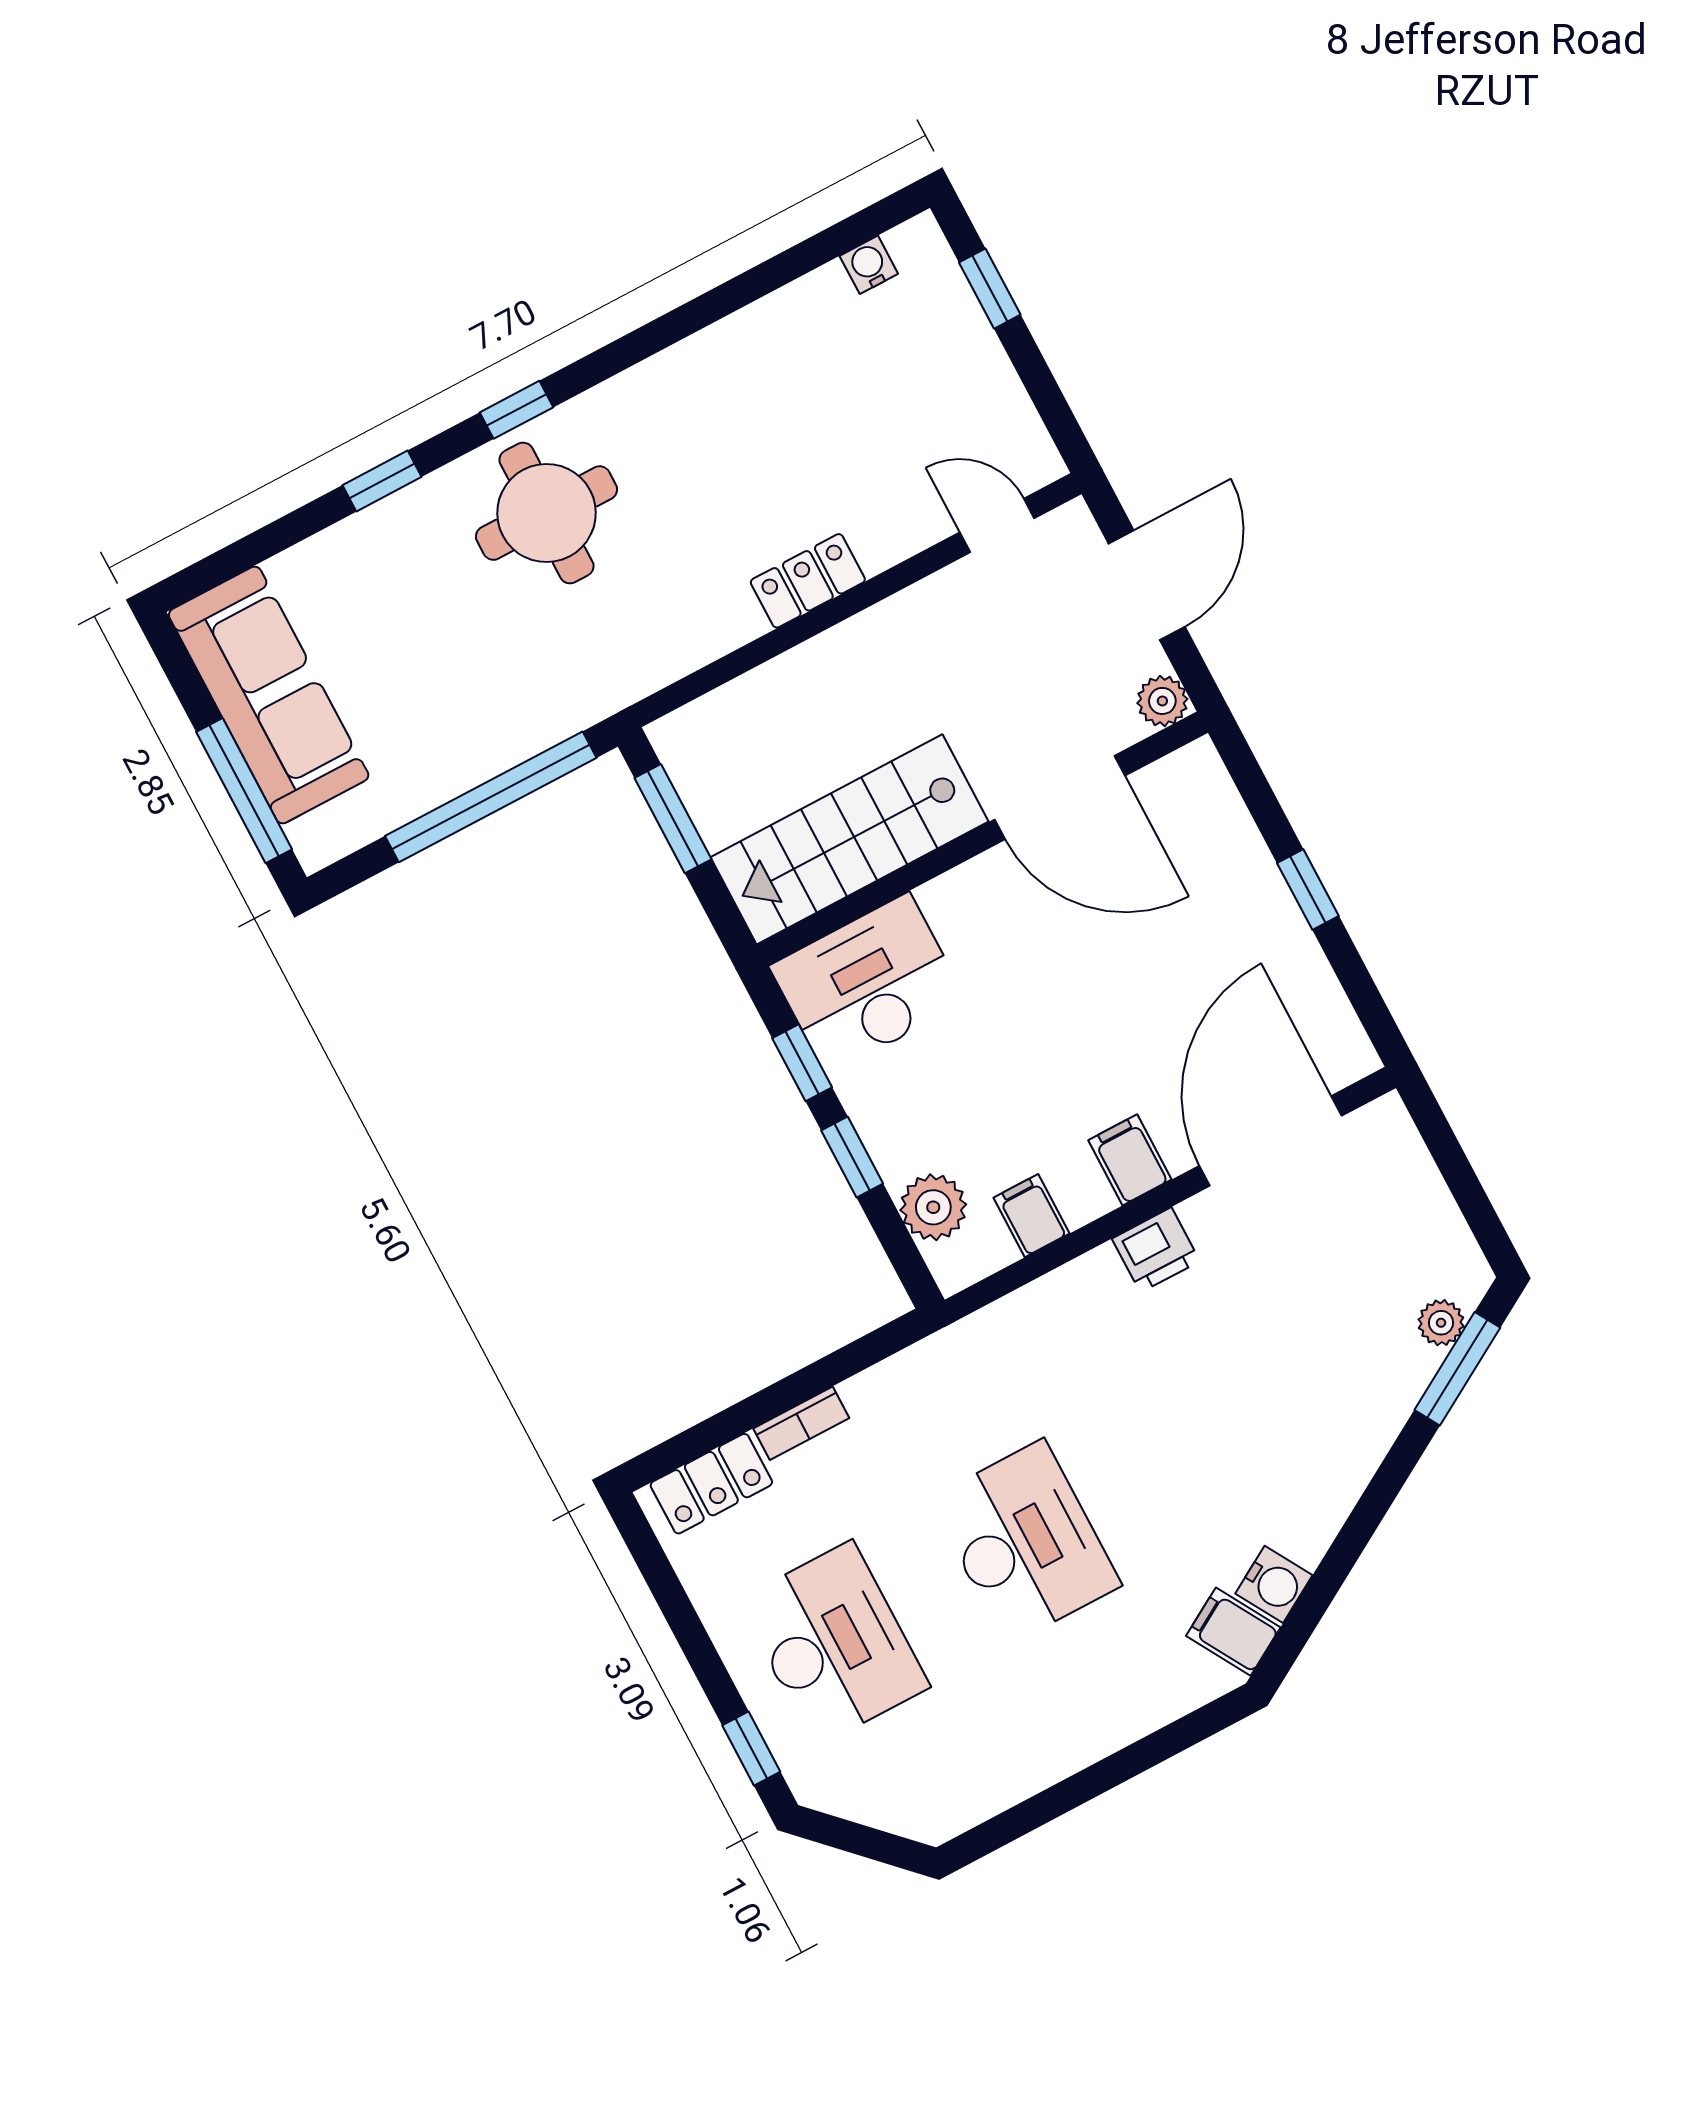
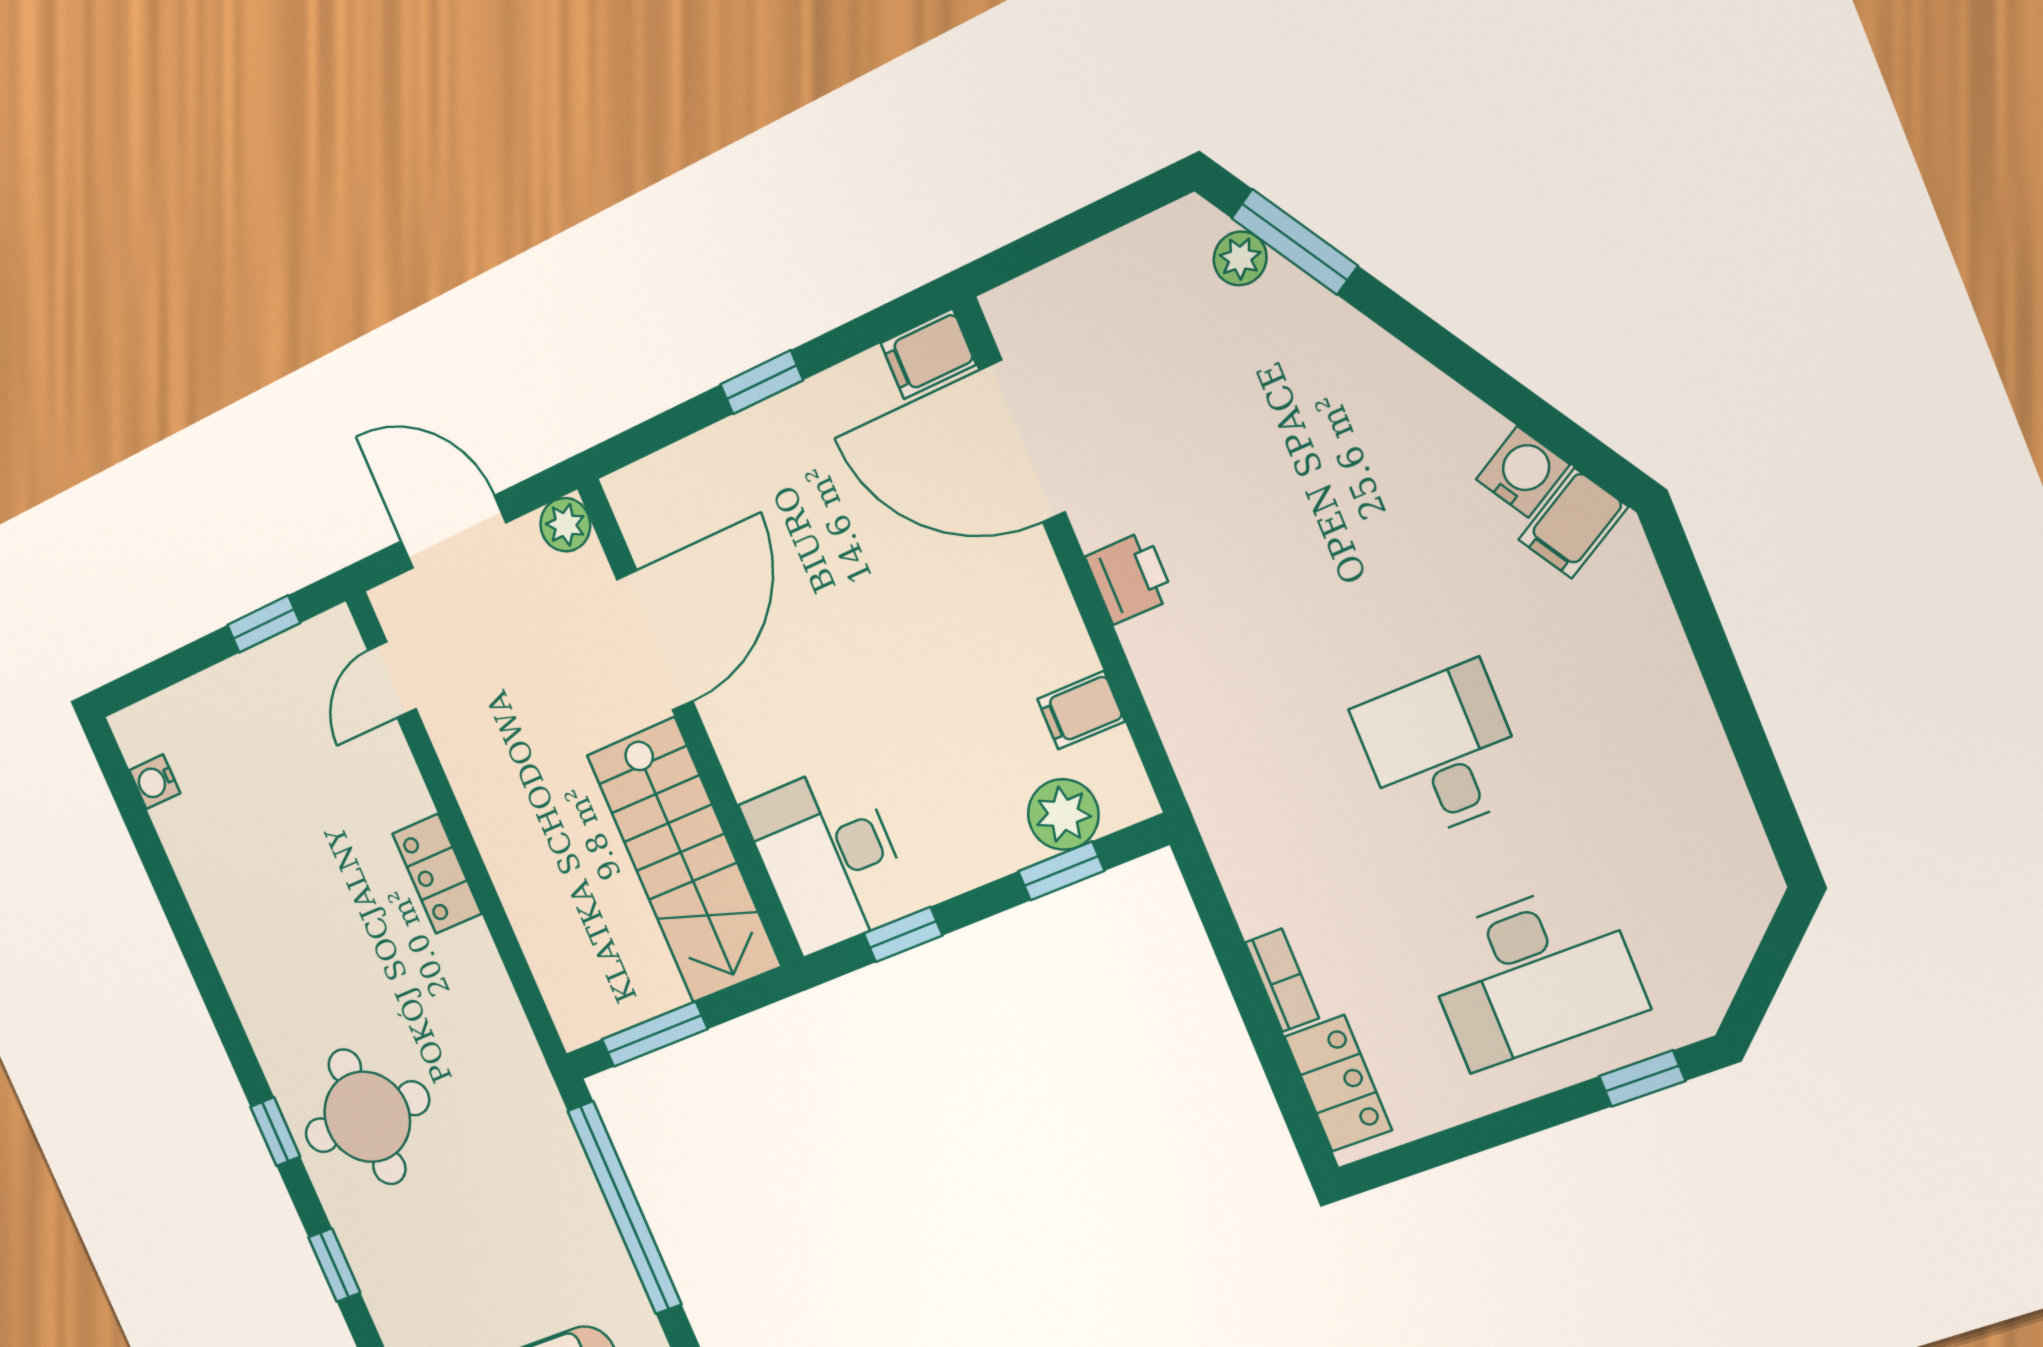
window: (990, 289) -> (264, 624), moved
window: (852, 1157) -> (1061, 871), moved
filing cabinet: (1130, 1160) -> (928, 354), moved
desk: (1025, 1542) -> (1441, 751), width x0.73
desk: (834, 1644) -> (1532, 974), turned 180

